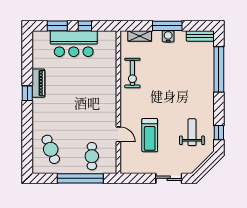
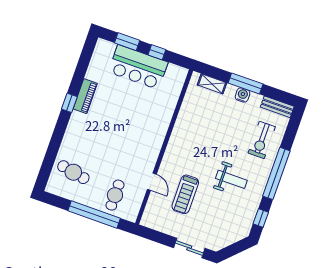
window: (219, 69) -> (276, 173), moved
exercise bike: (132, 73) -> (262, 140), moved
weight bench: (192, 132) -> (231, 179), moved, turned 90
cafe table: (51, 149) -> (73, 172), turned -58

